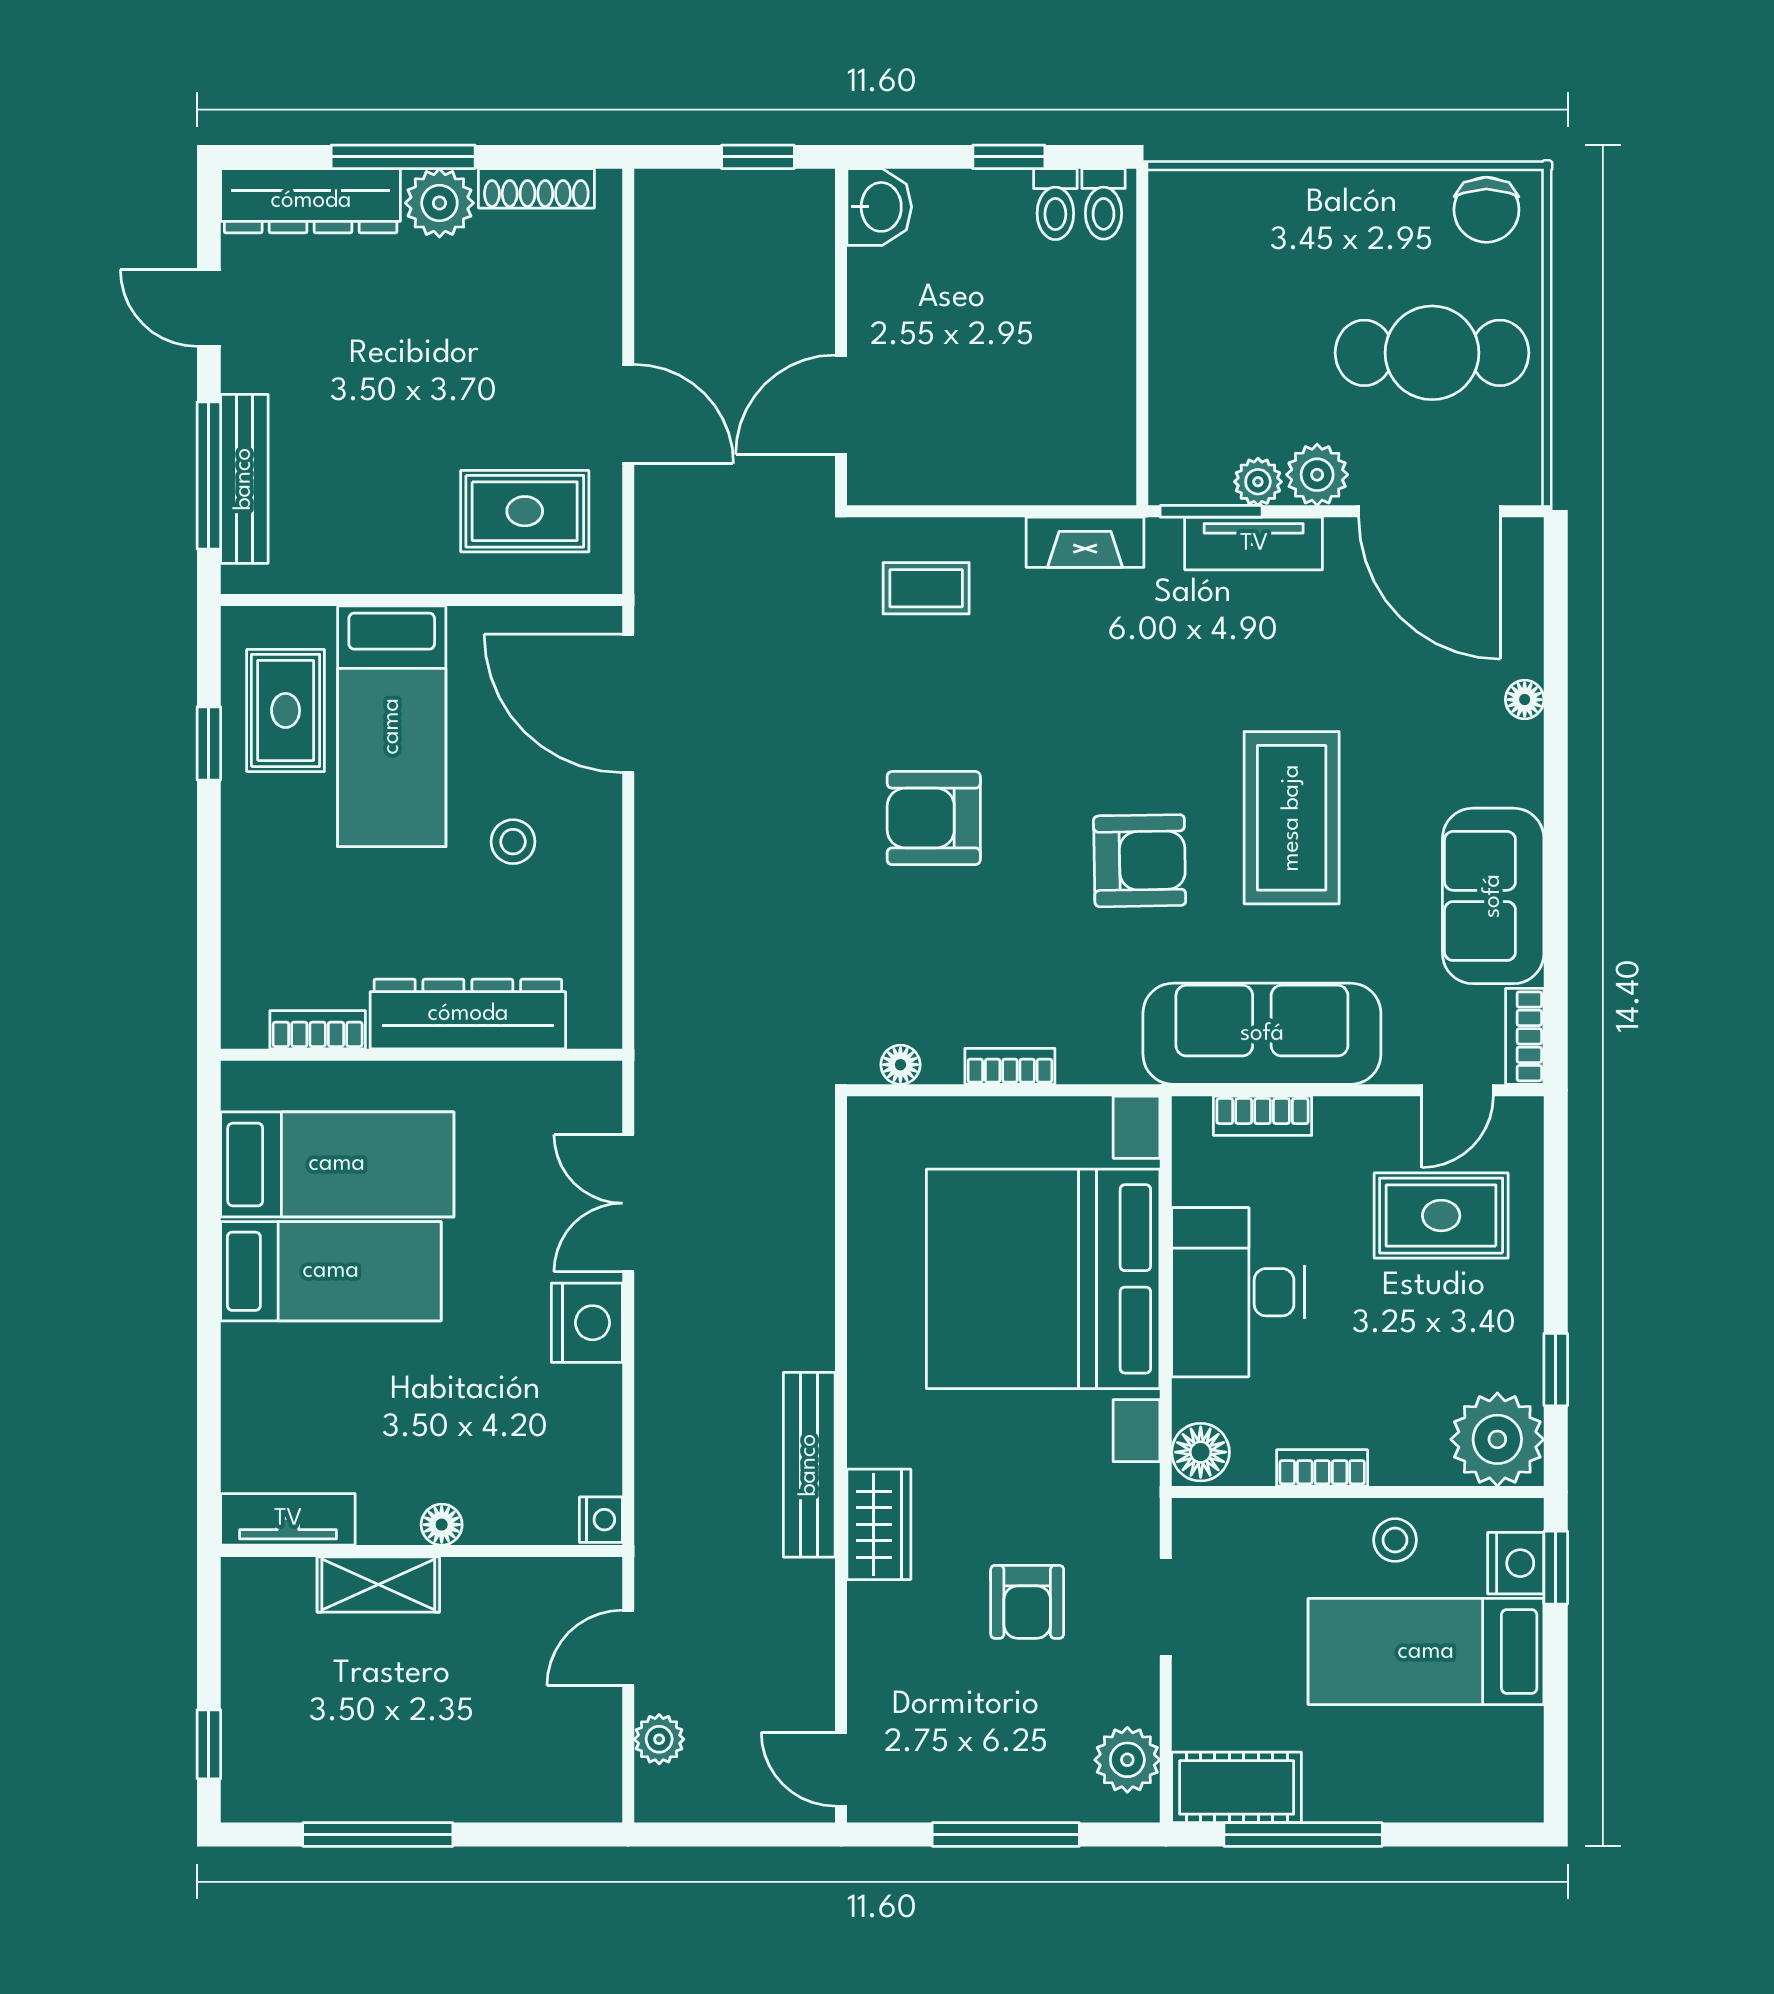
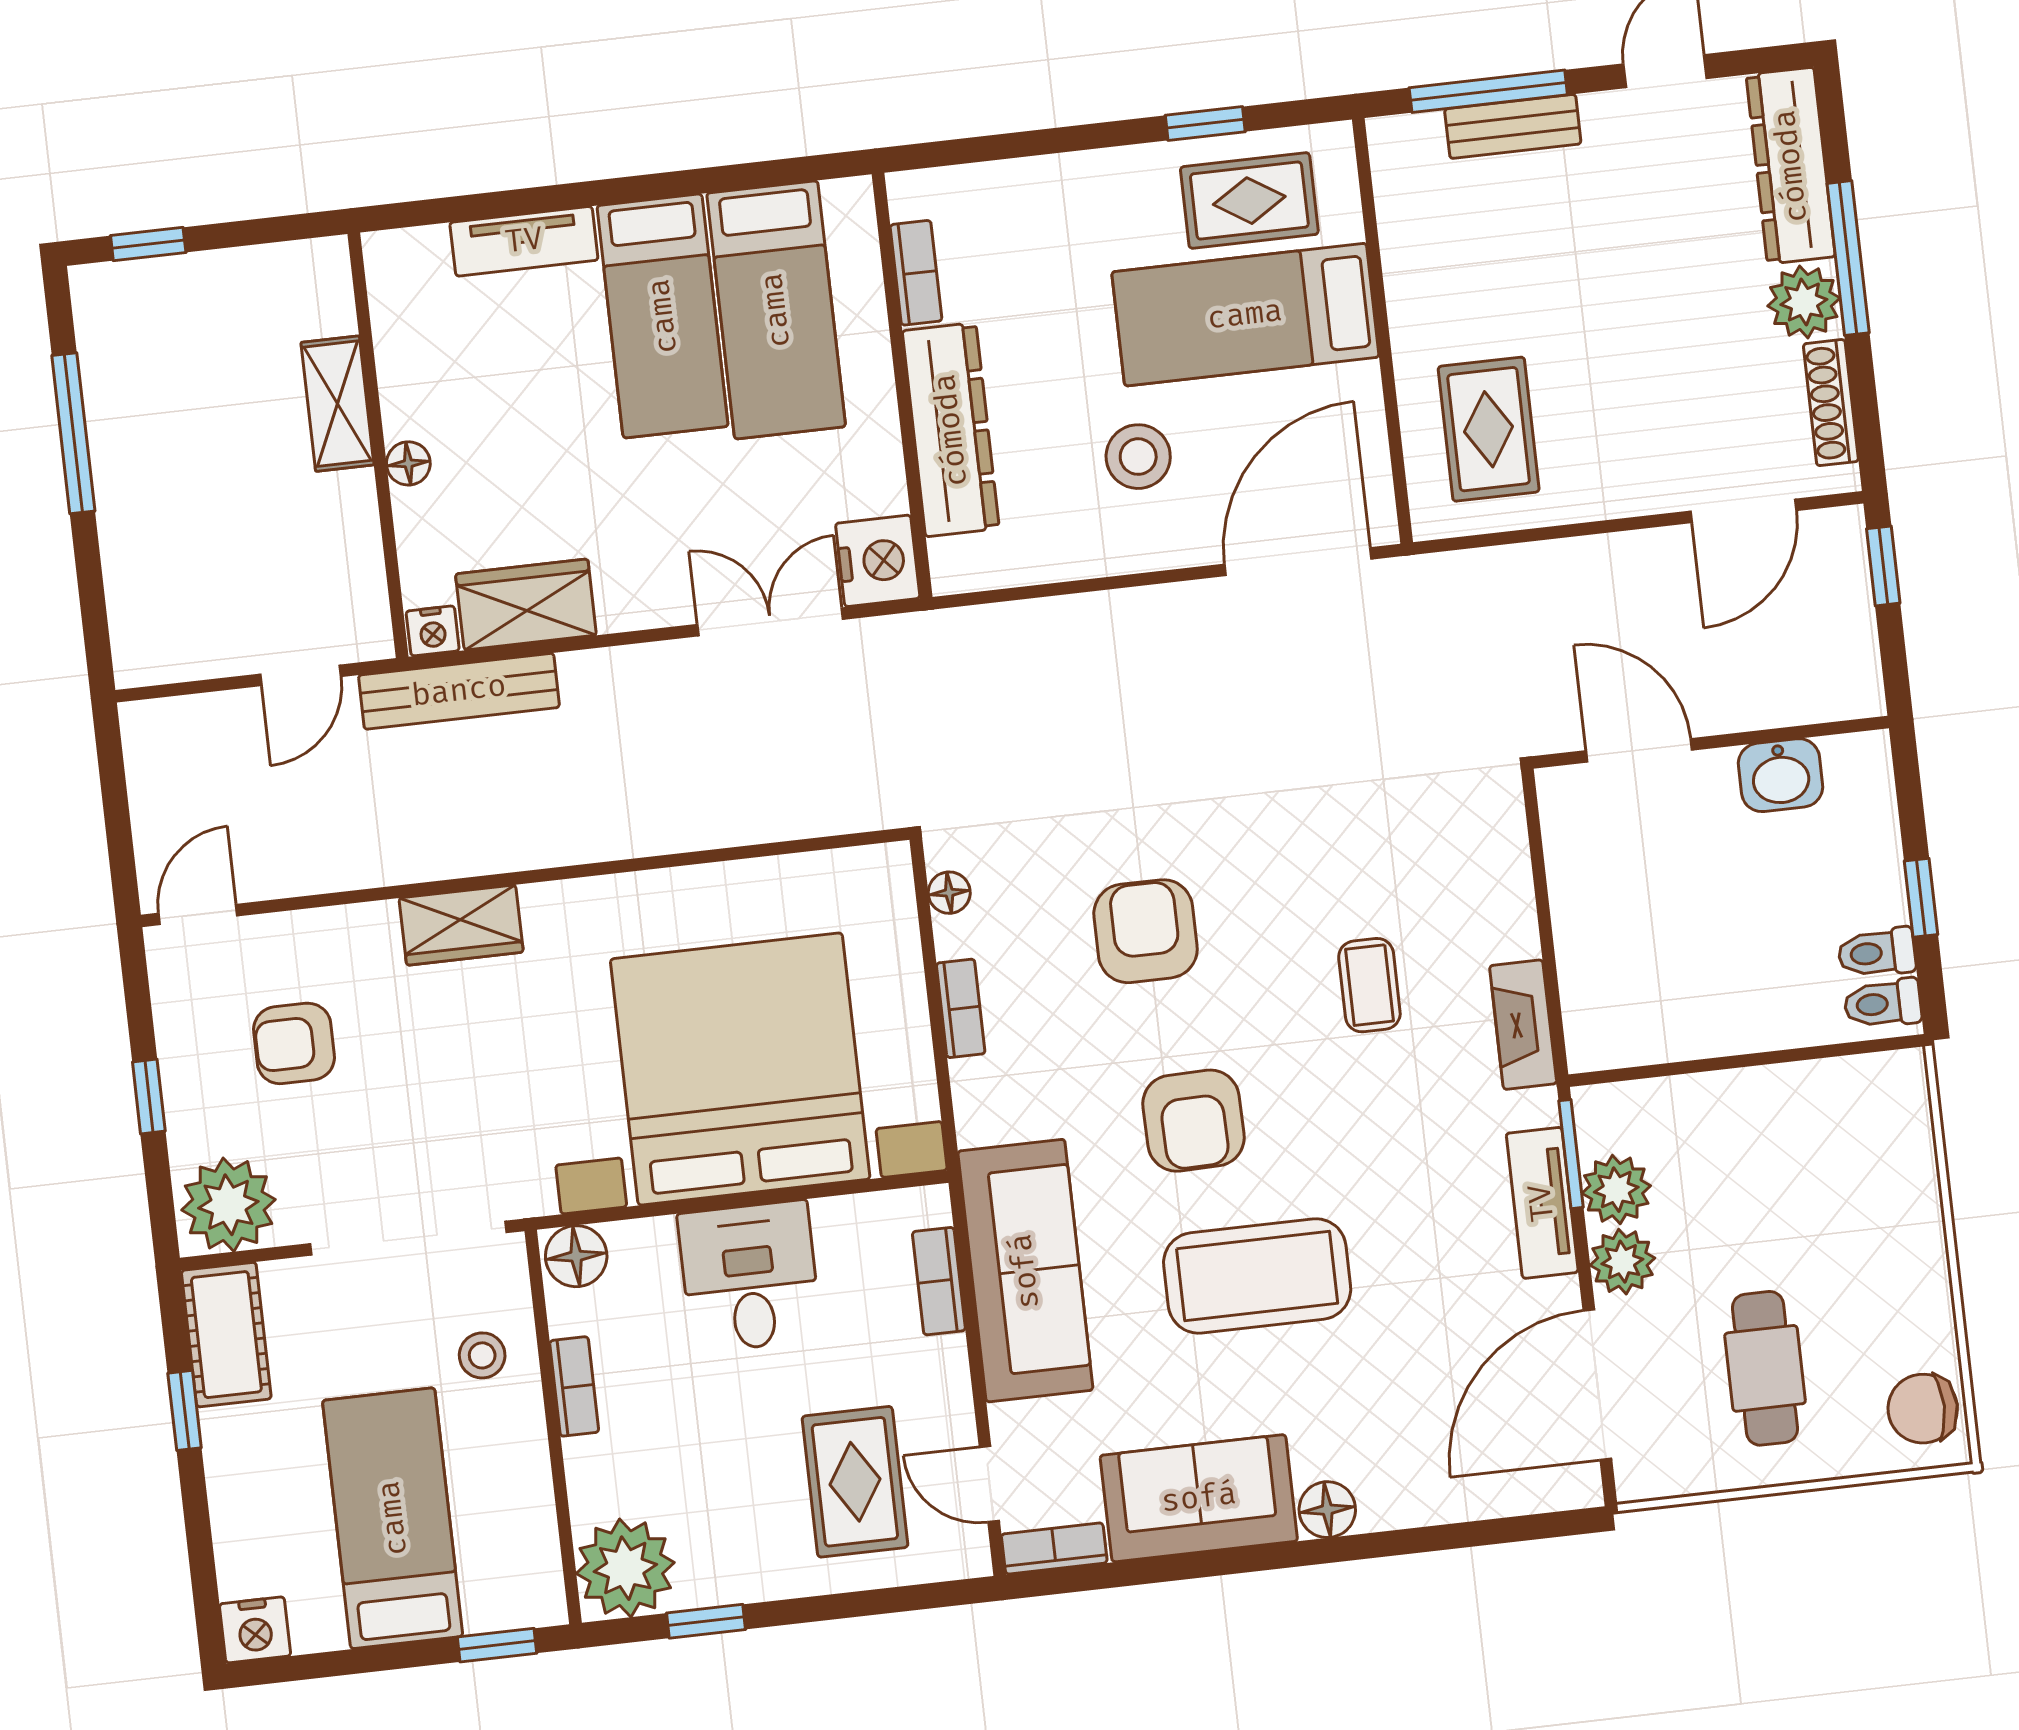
window: (758, 157) -> (1883, 566), moved
washbasin: (879, 207) -> (1781, 775), moved
cafe table: (1432, 353) -> (1765, 1368), width x0.73, depth x0.74
door: (628, 414) -> (1743, 511), moved
bench: (244, 479) -> (1513, 126), width x0.73
plant: (1258, 482) -> (1616, 1190), width x1.38, depth x1.38
coffee table: (926, 588) -> (1369, 985), moved
floor lamp: (1525, 700) -> (1327, 1510), moved, width x1.37, depth x1.37
armchair: (934, 818) -> (1146, 931), moved
stool: (513, 842) -> (1138, 457), width x1.37, depth x1.37
desk: (1238, 1292) -> (750, 1277), width x0.73
nightstand: (587, 1323) -> (878, 561), moved, turned -90
wardrobe: (586, 1430) -> (526, 604), added
bench: (809, 1465) -> (459, 691), moved
tv unit: (288, 1519) -> (524, 241), moved, turned 90
stool: (1395, 1540) -> (482, 1355), moved
nightstand: (1516, 1563) -> (255, 1630), moved
armchair: (1027, 1602) -> (294, 1043), moved
doorway: (1166, 1607) -> (408, 1238), width x1.87
door: (628, 1648) -> (301, 675), swing flipped
plant: (659, 1739) -> (208, 719), removed
plant: (1127, 1760) -> (228, 1205), width x1.36, depth x1.36
window: (1006, 1835) -> (149, 1097), width x0.46
window: (1303, 1835) -> (185, 1410), width x0.46

